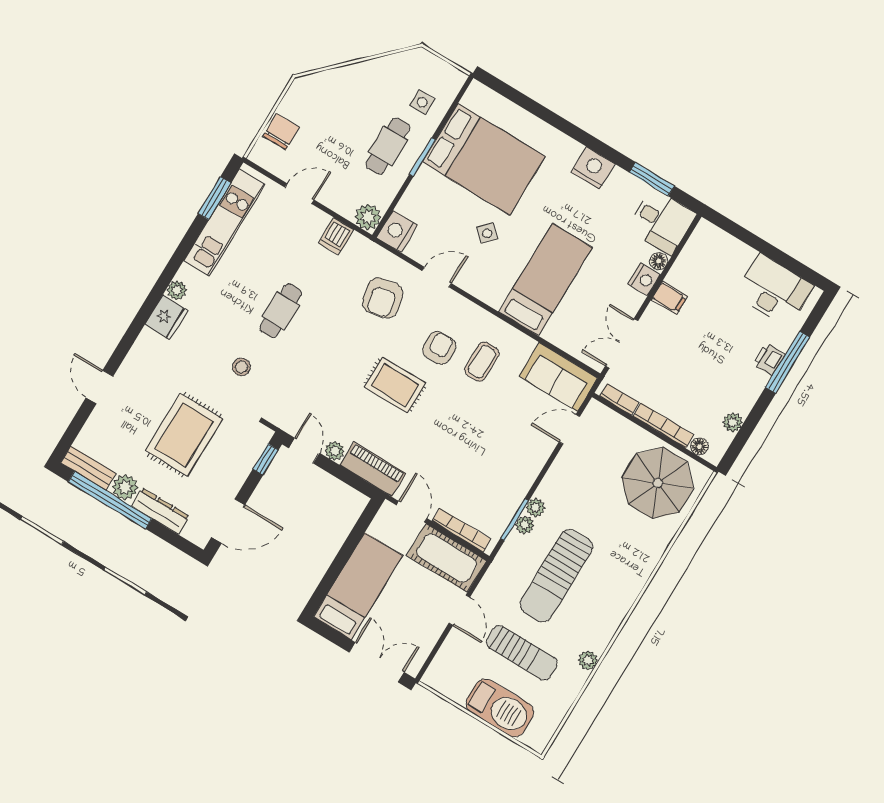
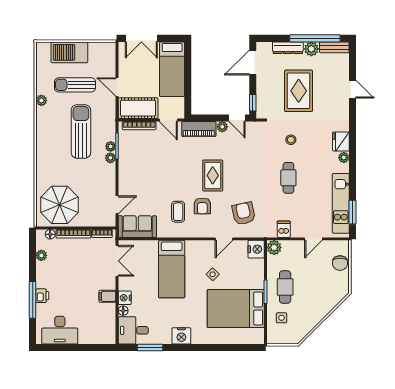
rug: (395, 385) -> (213, 175), turned 90

